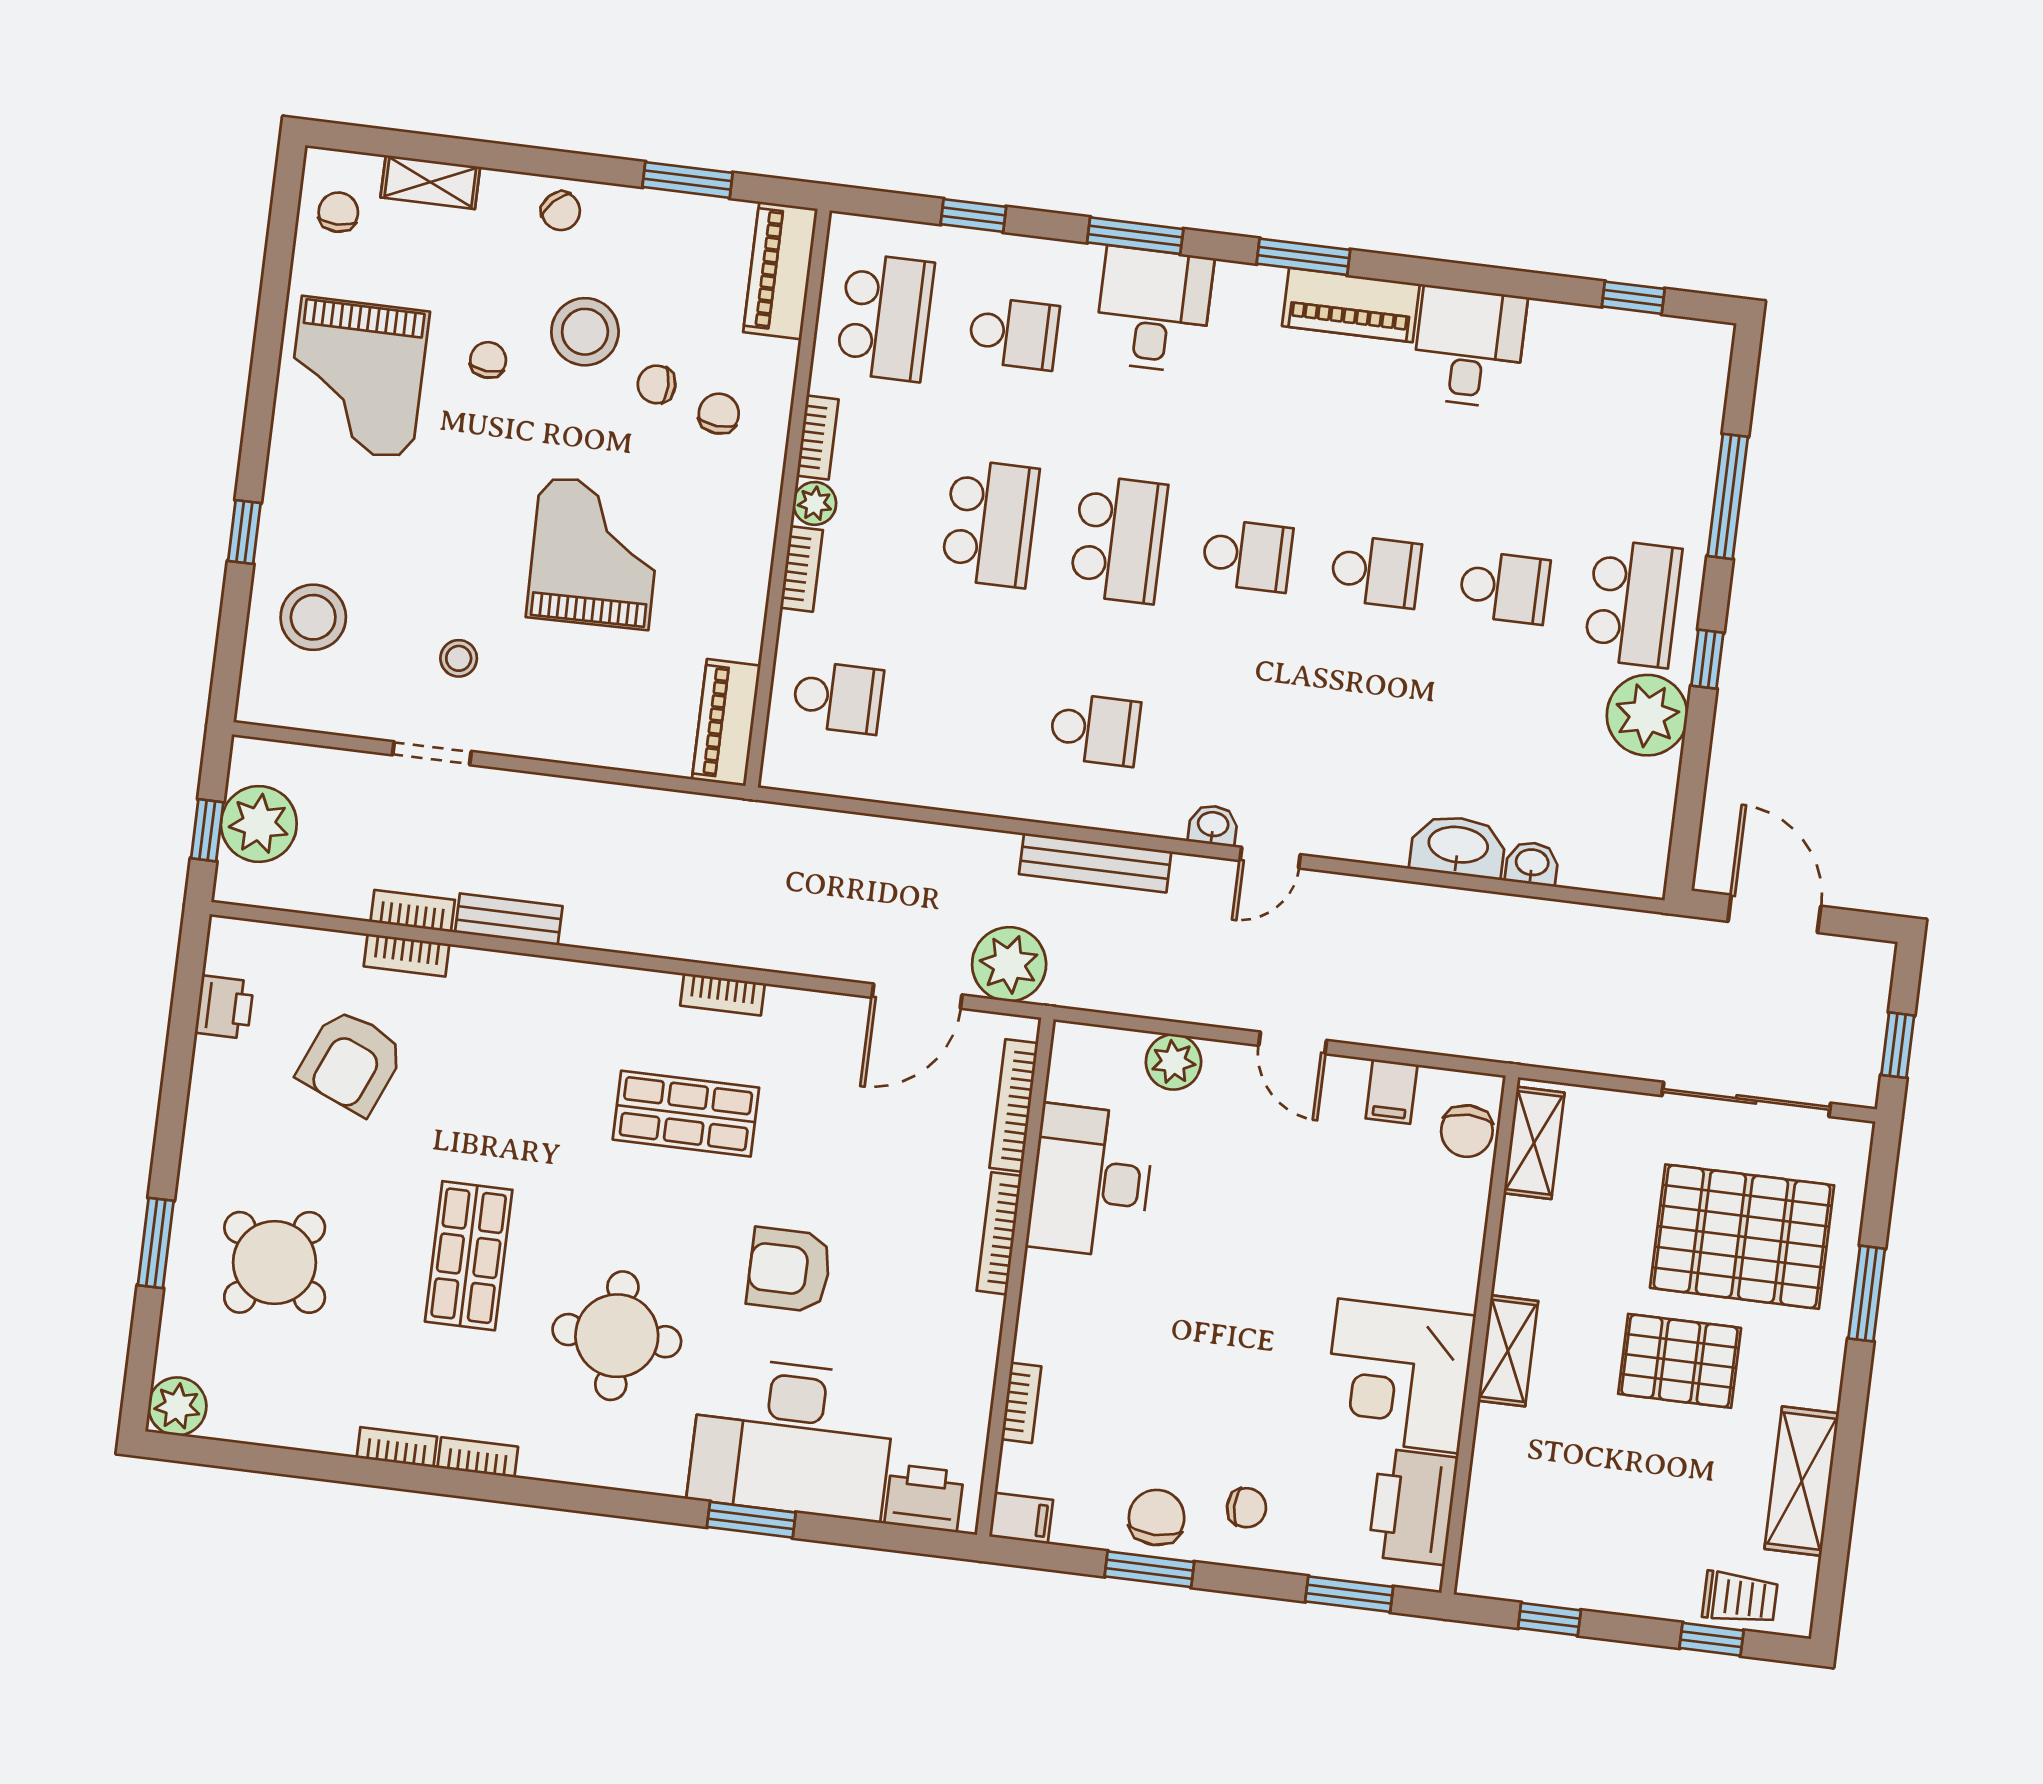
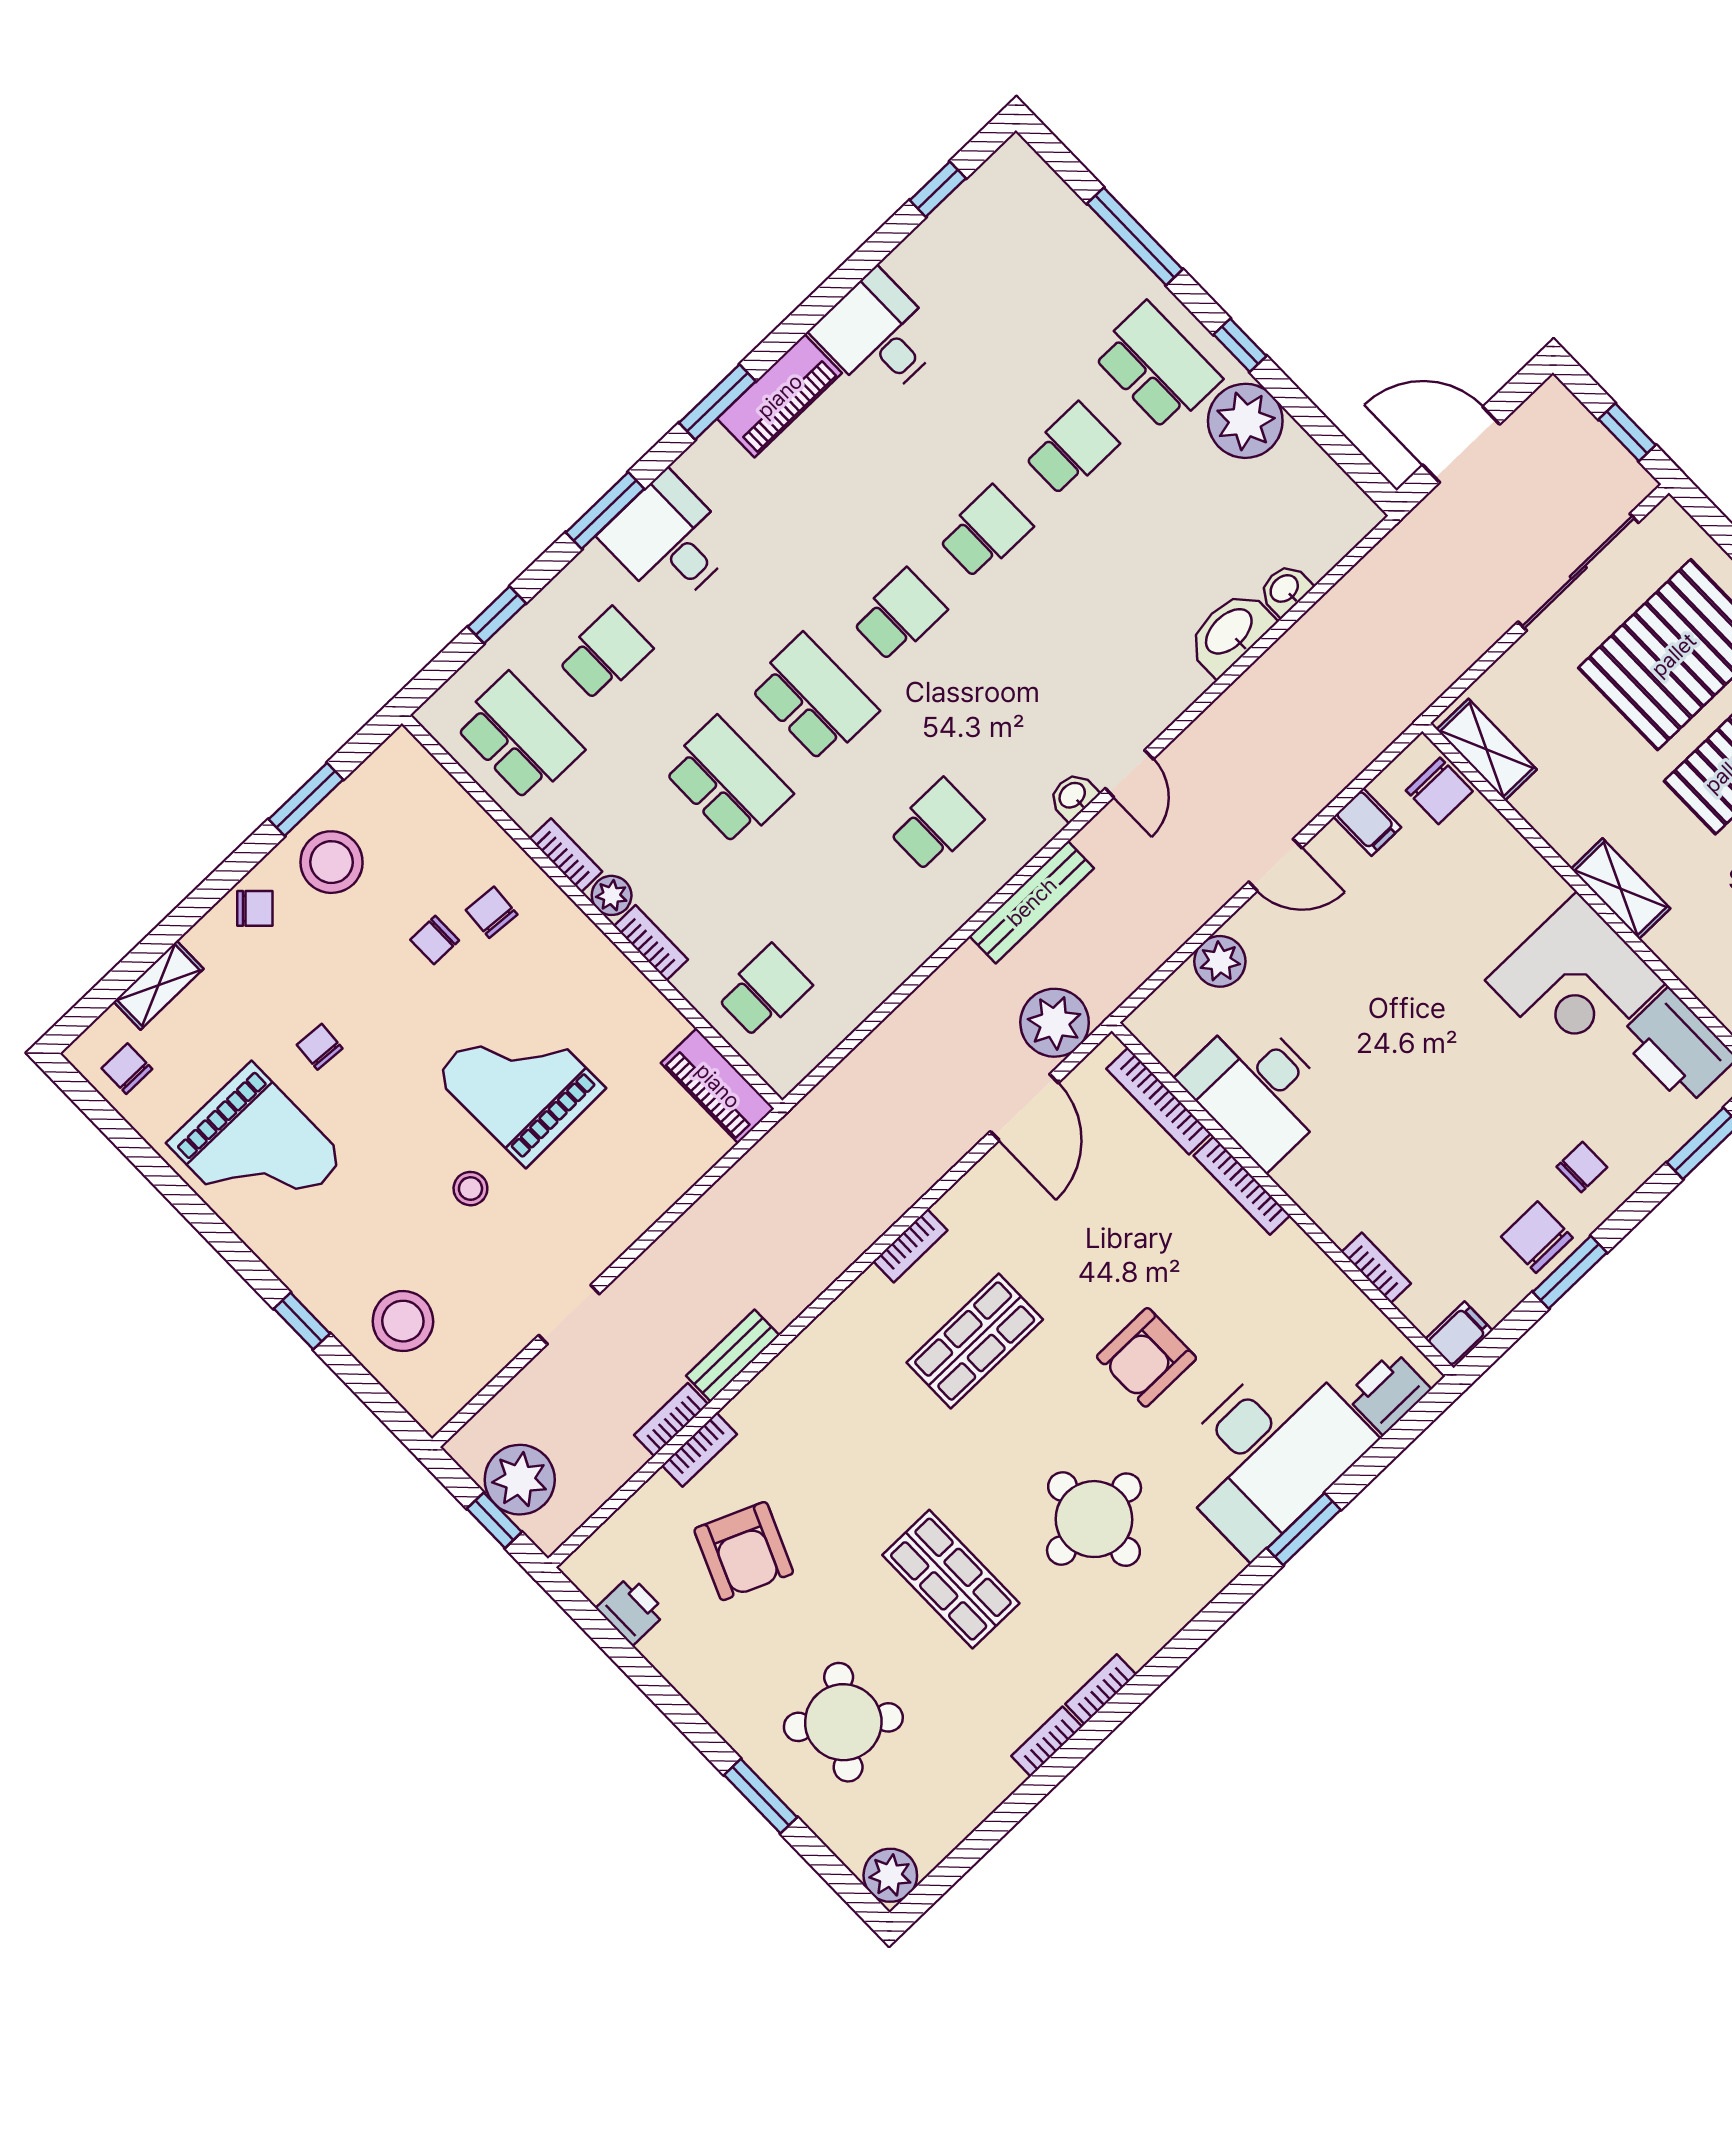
piano: (780, 270) -> (425, 785), removed
stool: (585, 332) -> (332, 862), moved
stool: (459, 658) -> (470, 1189), moved

